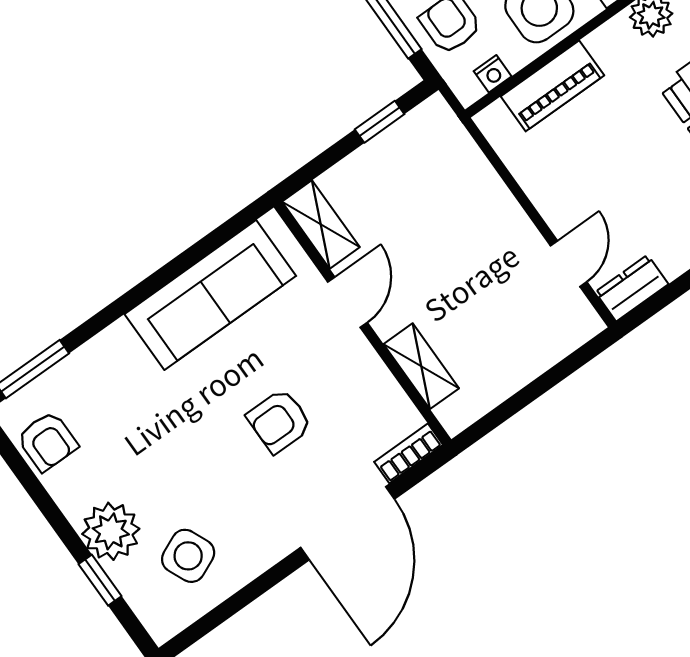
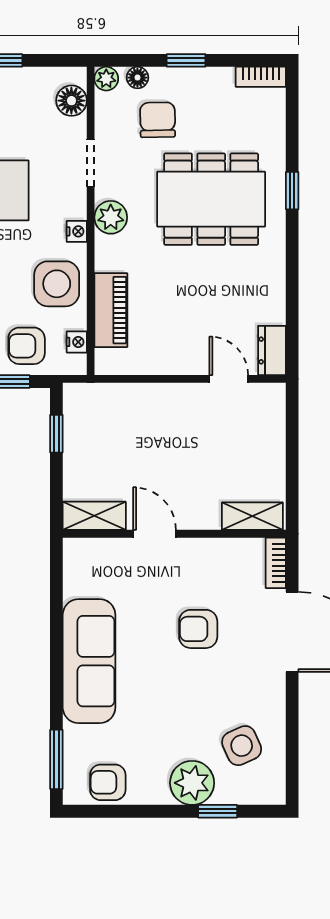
sofa: (210, 295) -> (89, 661), moved
shelving: (421, 366) -> (252, 516), moved
armchair: (279, 421) -> (198, 629), turned 90
armchair: (47, 441) -> (108, 782), turned 180

